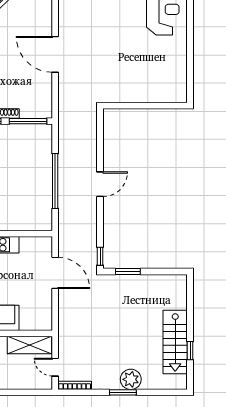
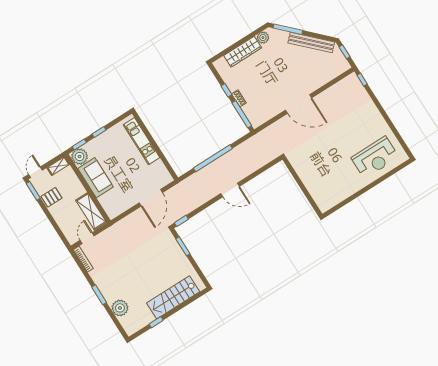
door: (55, 54) -> (298, 104), swing flipped
stairs: (175, 342) -> (173, 297), moved
plant: (131, 379) -> (120, 308), moved

